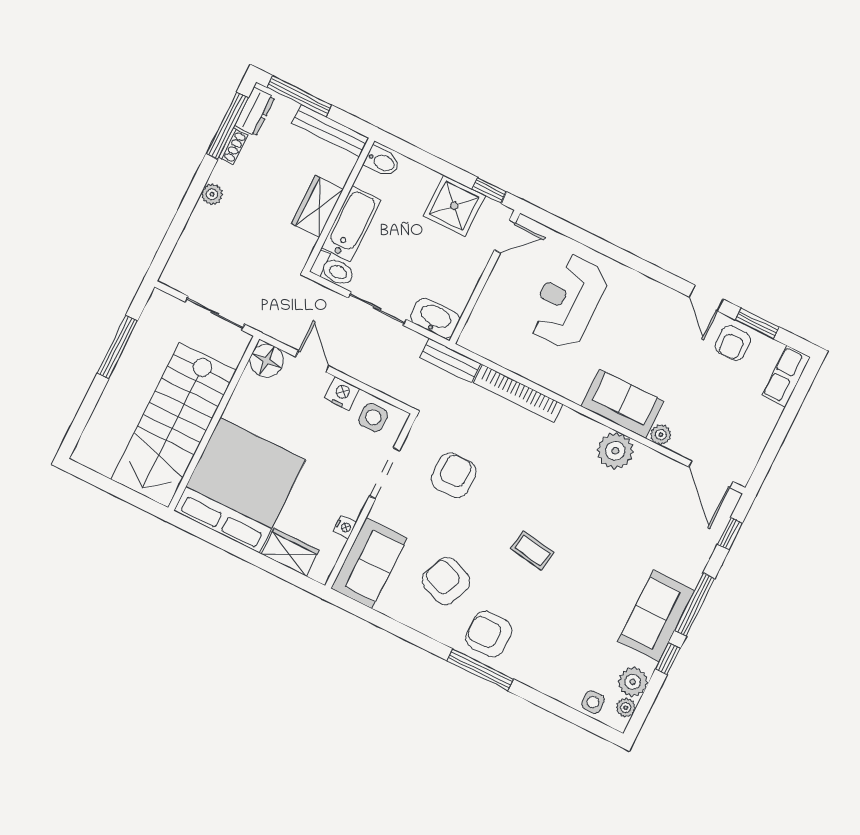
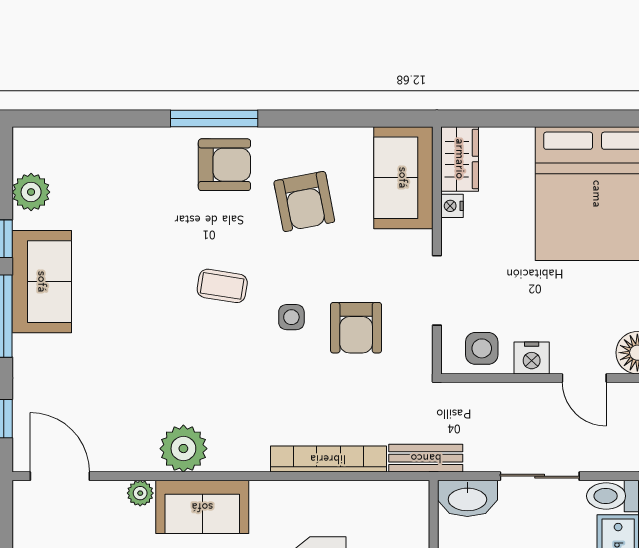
wardrobe: (290, 552) -> (460, 159), moved, turned -90
armchair: (446, 581) -> (304, 202), turned 57
side table: (593, 702) -> (291, 317), moved
plant: (626, 708) -> (24, 158), removed

